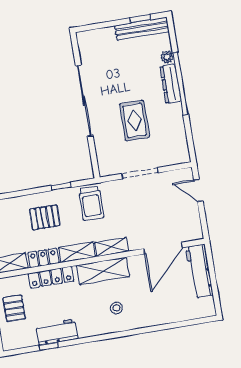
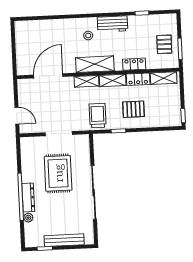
bench: (142, 29) -> (64, 240), moved
rug: (135, 120) -> (58, 173), width x1.36, depth x1.43
workbench: (199, 271) -> (23, 56), removed
locker: (51, 277) -> (134, 64), width x0.66
workbench: (57, 332) -> (112, 24), moved

